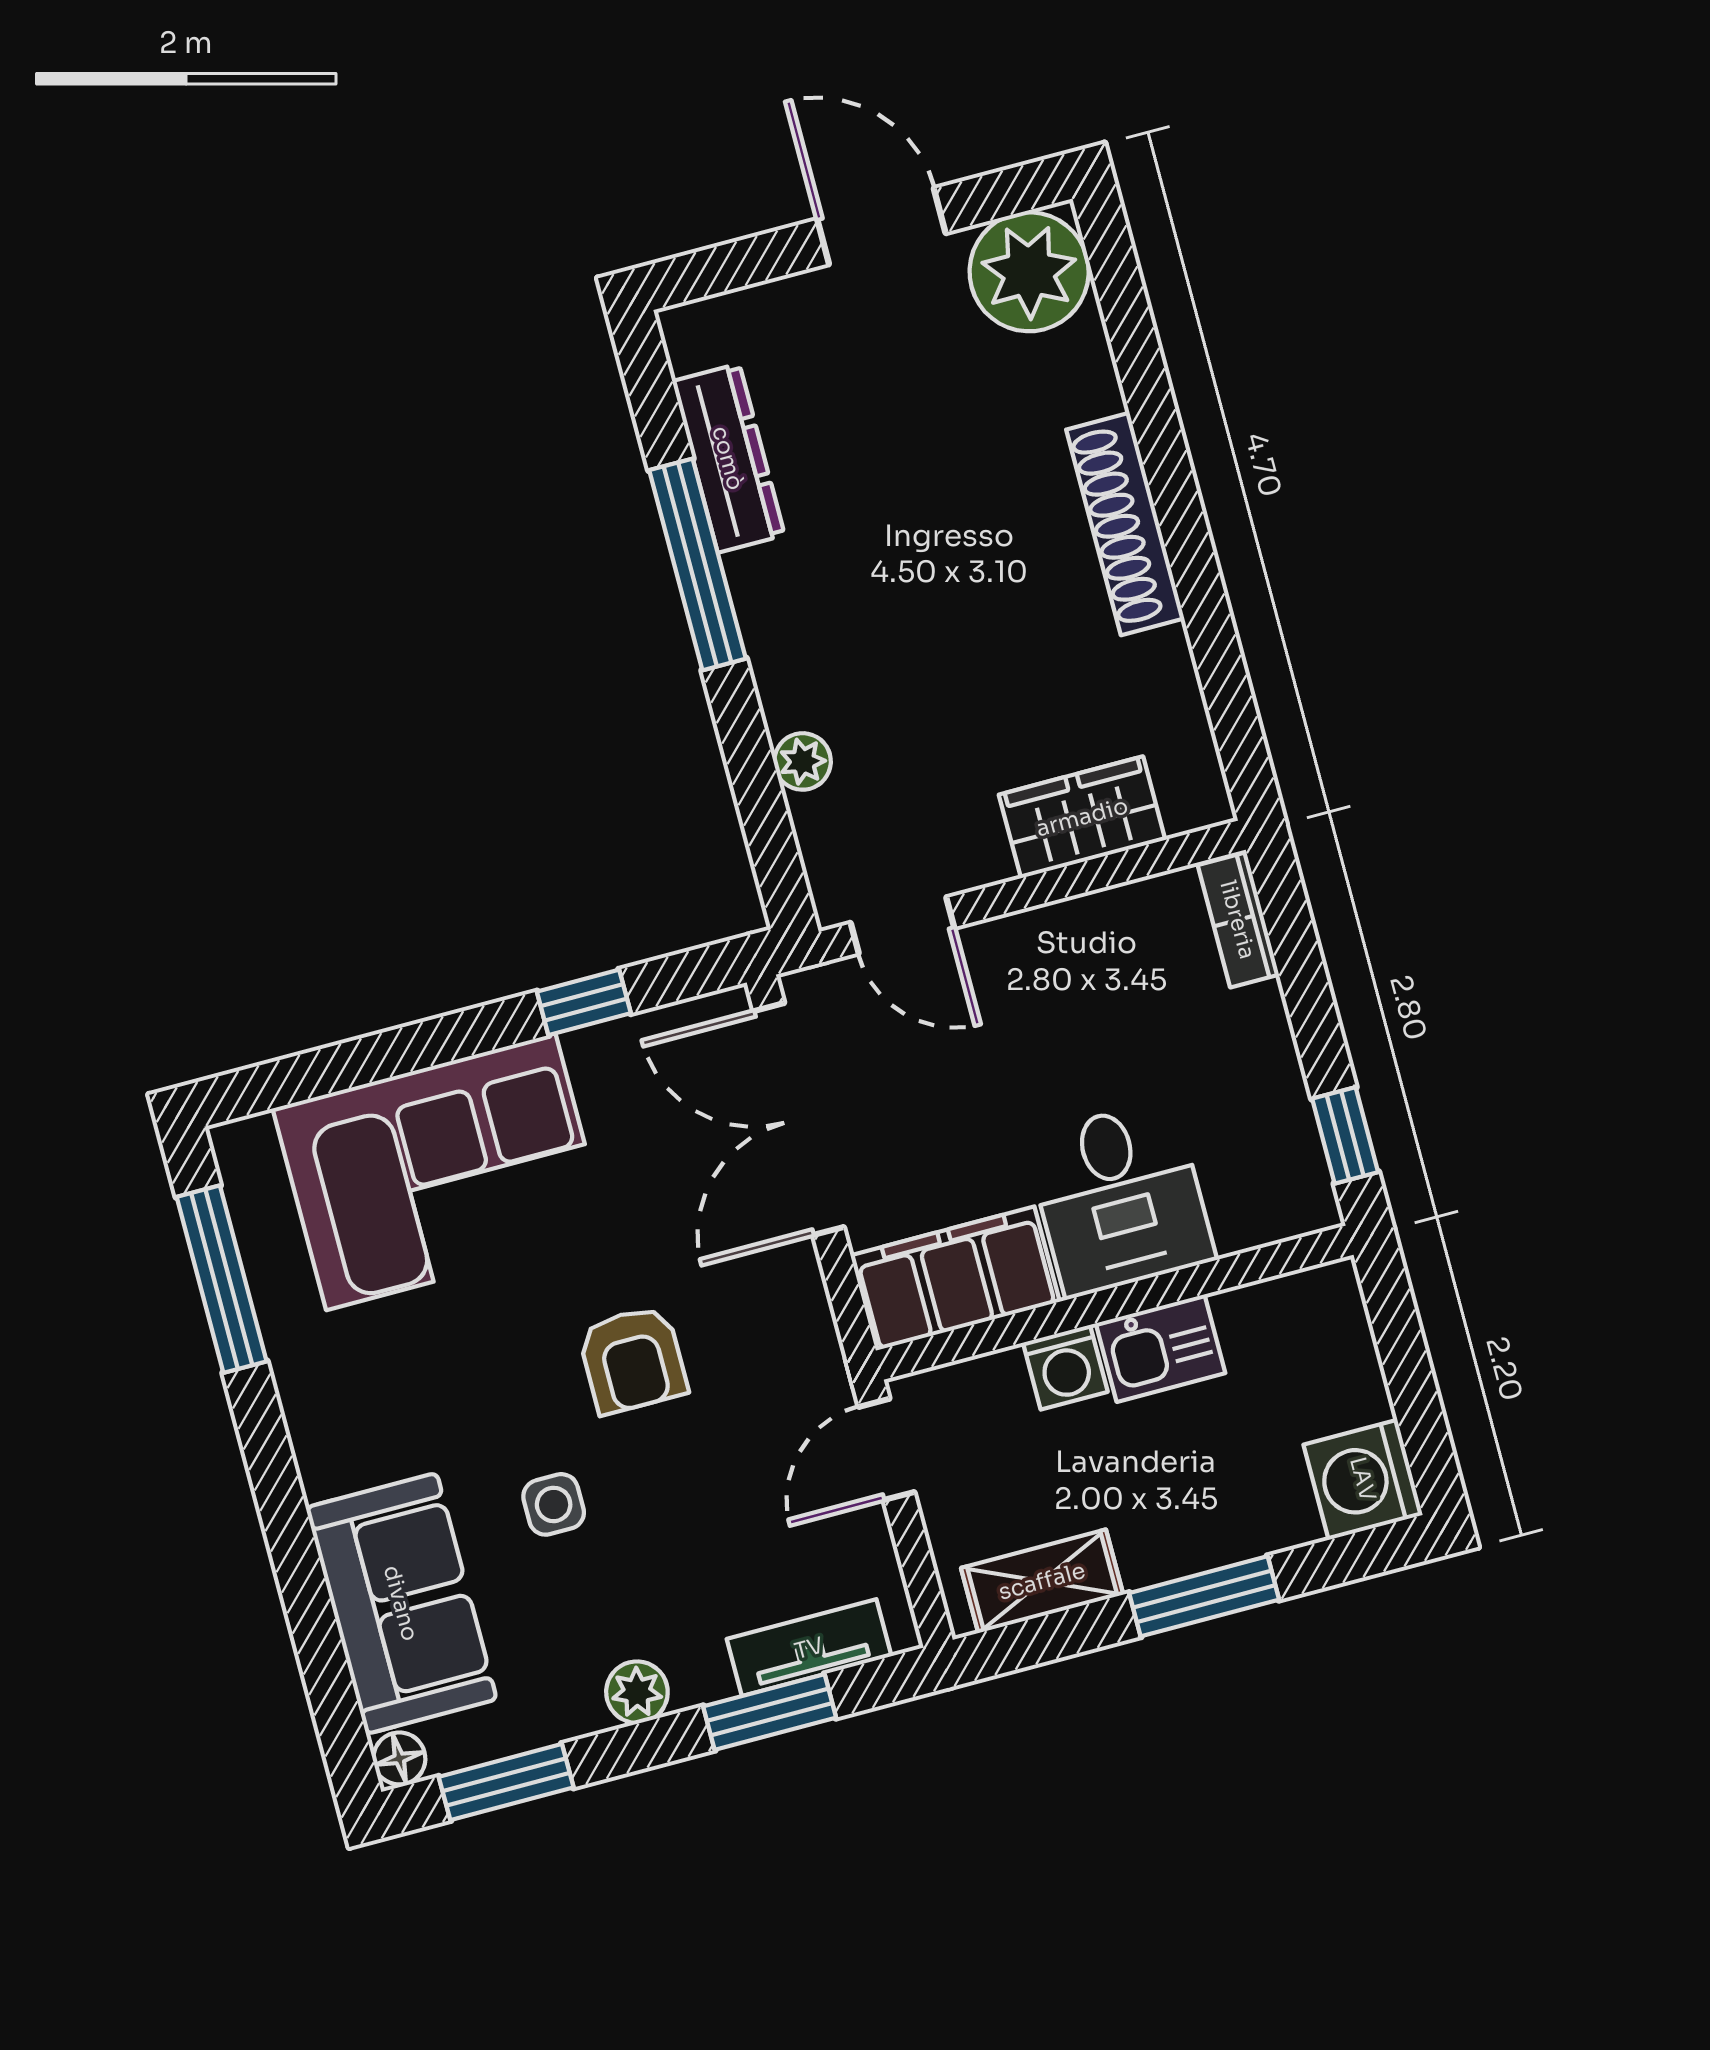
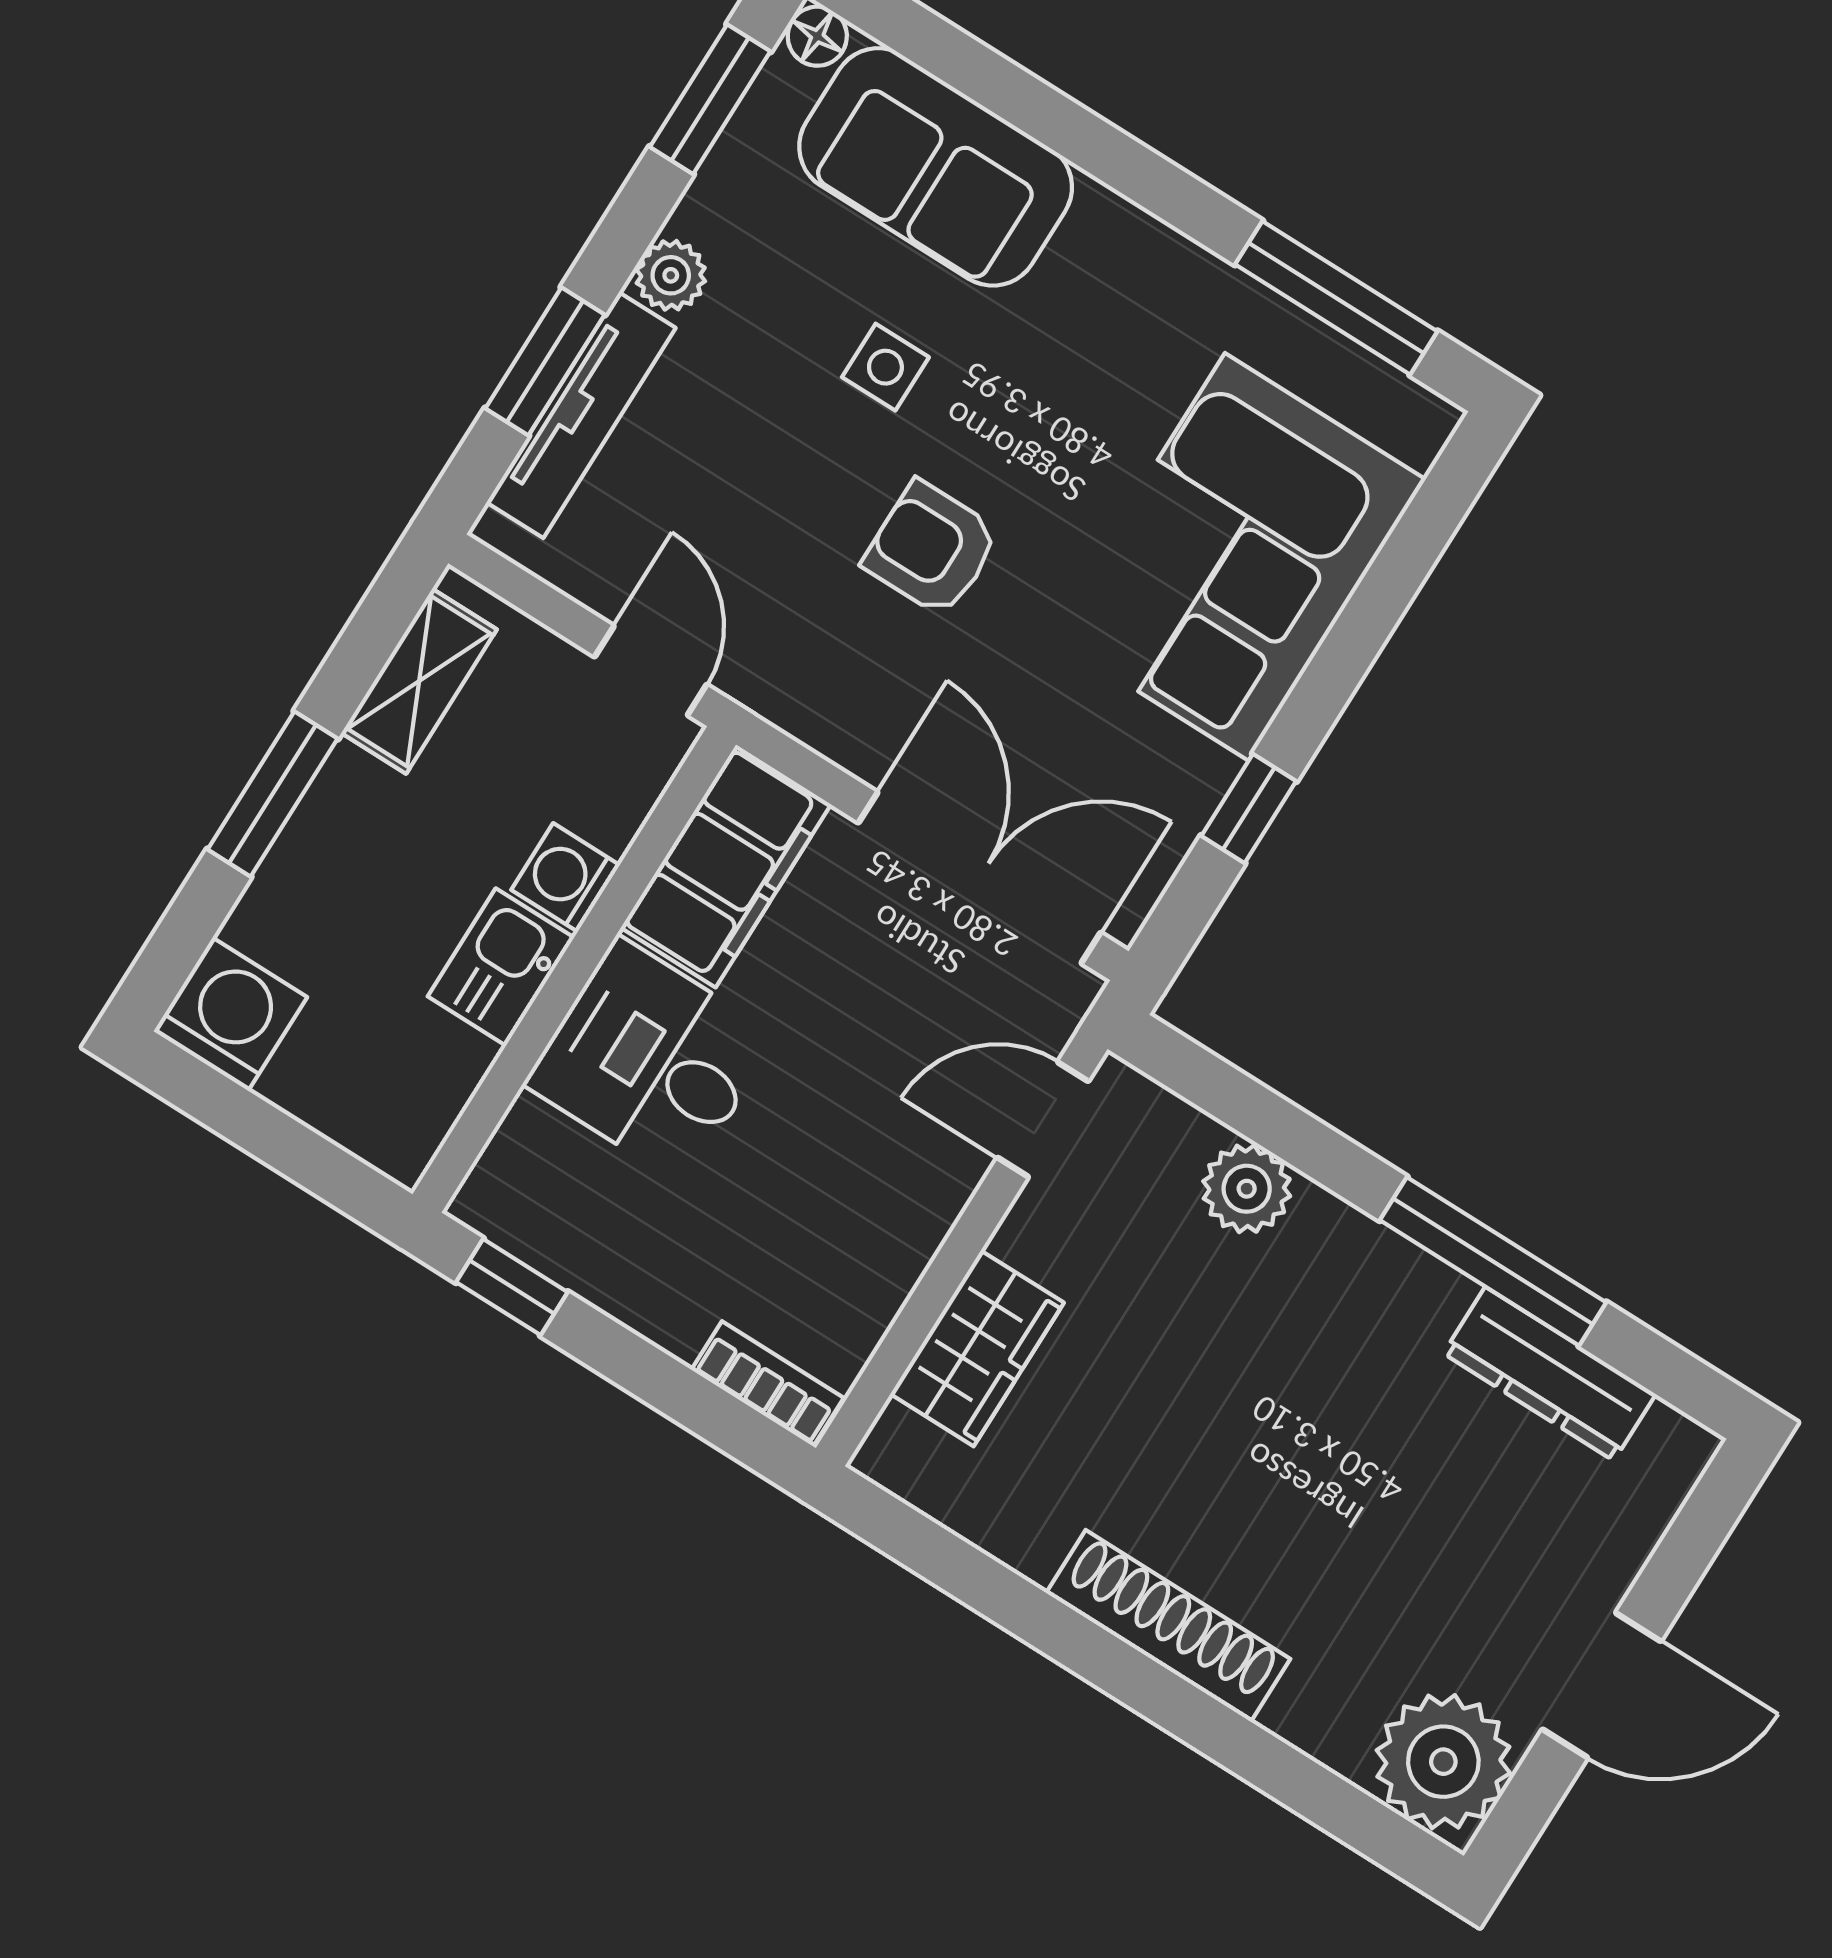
plant: (802, 761) -> (1247, 1189), width x1.38, depth x1.38
tv unit: (809, 1648) -> (581, 415), width x1.41

